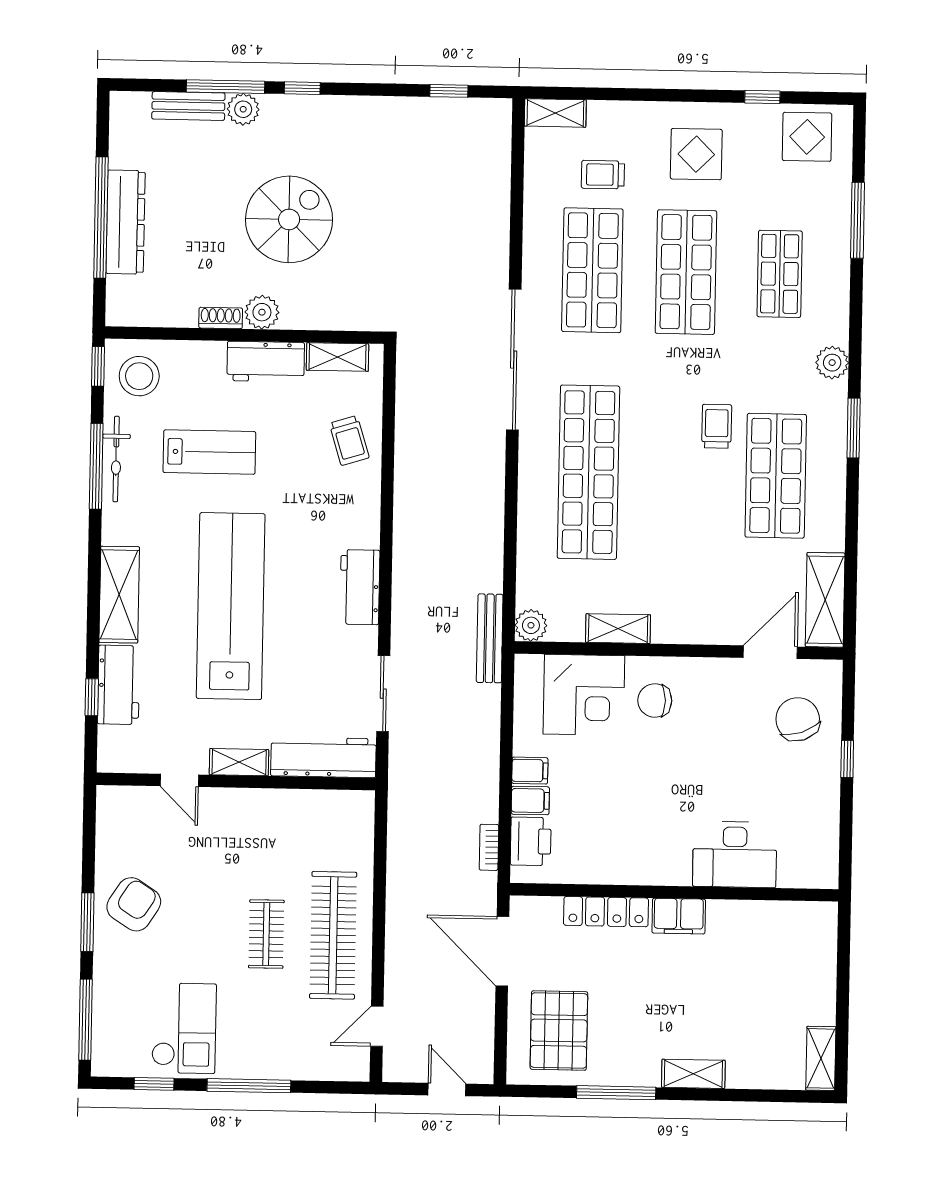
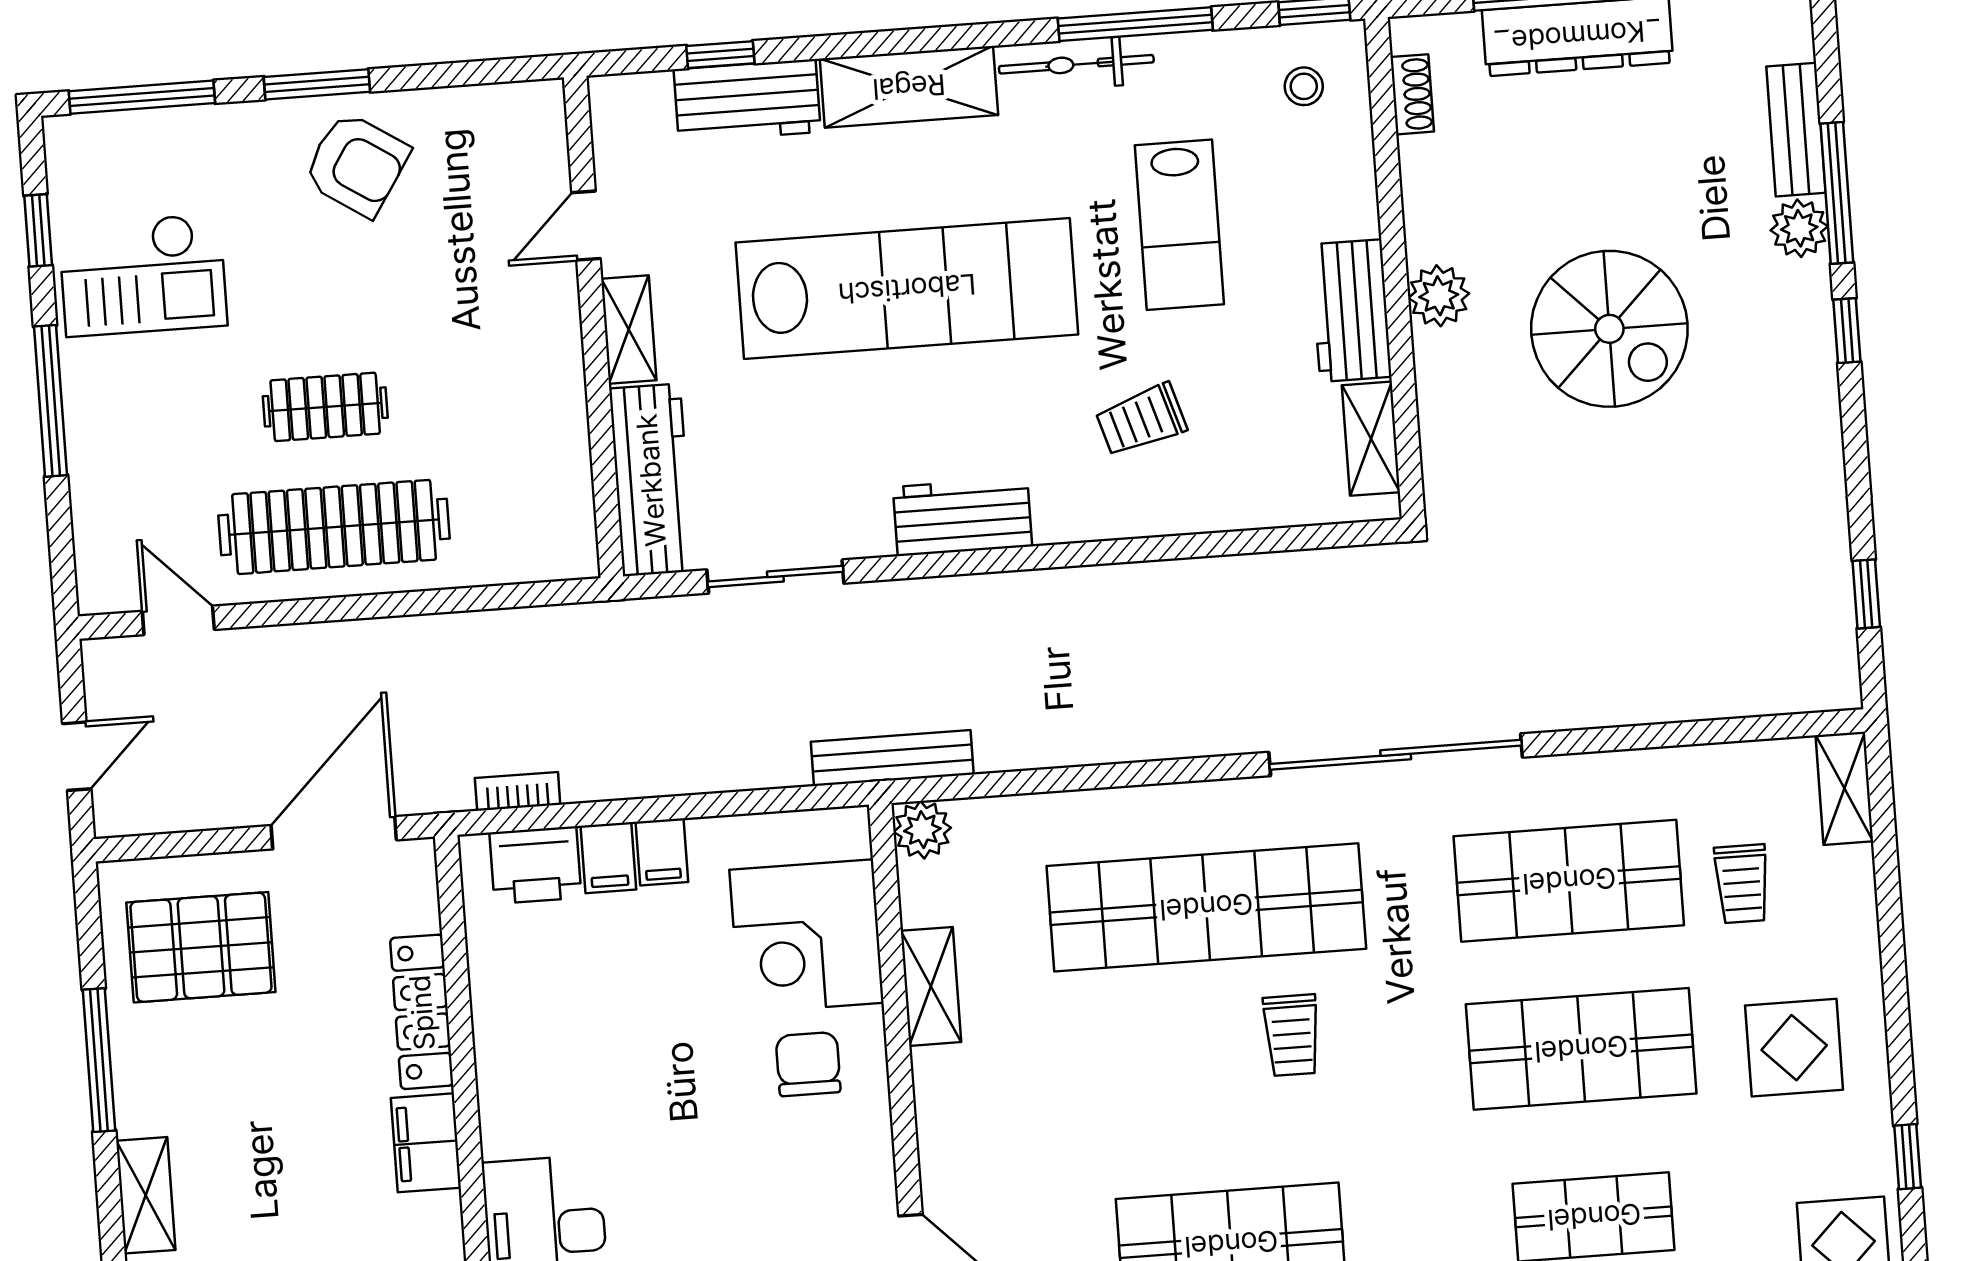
trolley: (603, 175) -> (1742, 884), turned 180
shoe rack: (221, 318) -> (1412, 94), moved
stool: (139, 376) -> (1304, 86), width x0.53, depth x0.53
trolley: (717, 426) -> (1292, 1035), moved, turned 90
trolley: (349, 440) -> (1141, 420), moved
bicycle: (116, 459) -> (1076, 64), moved

